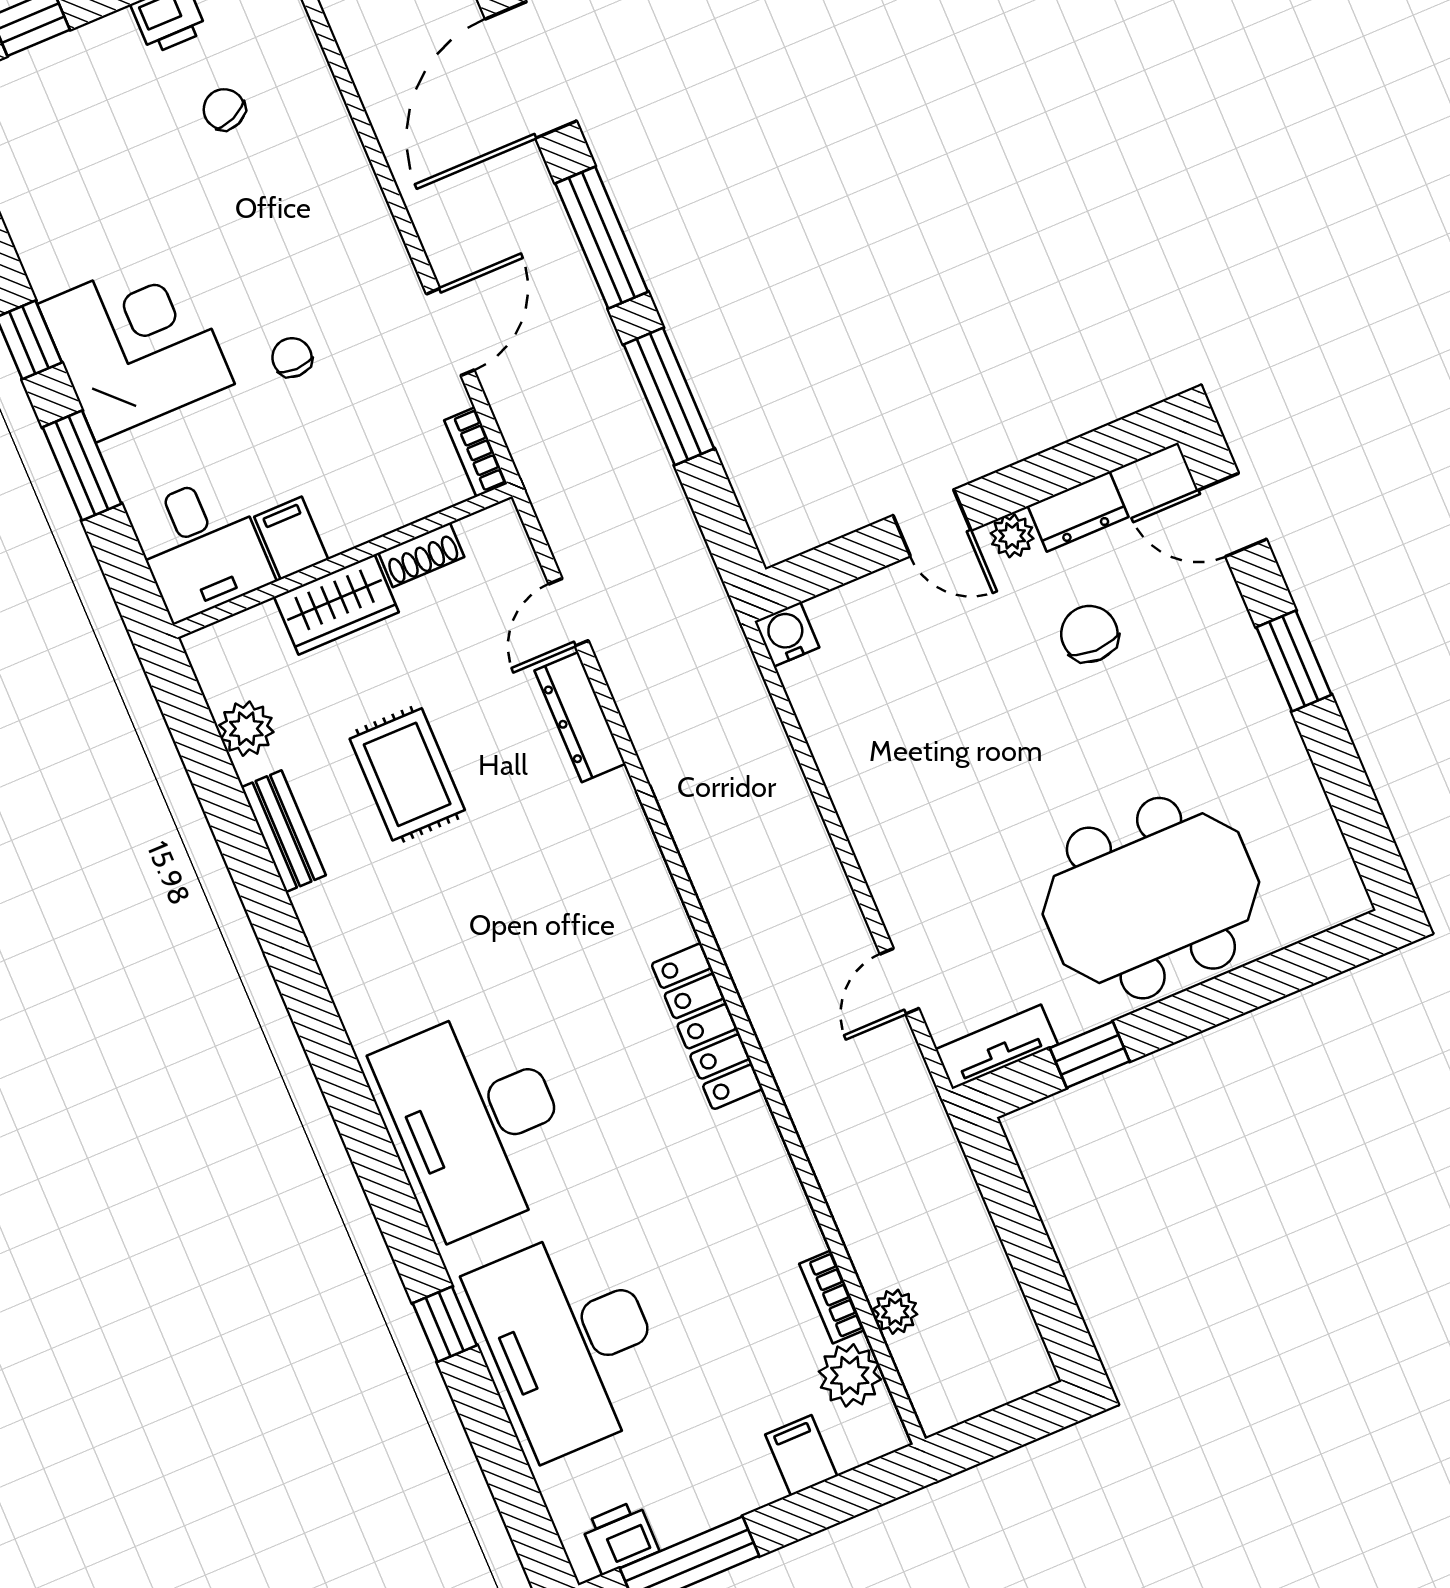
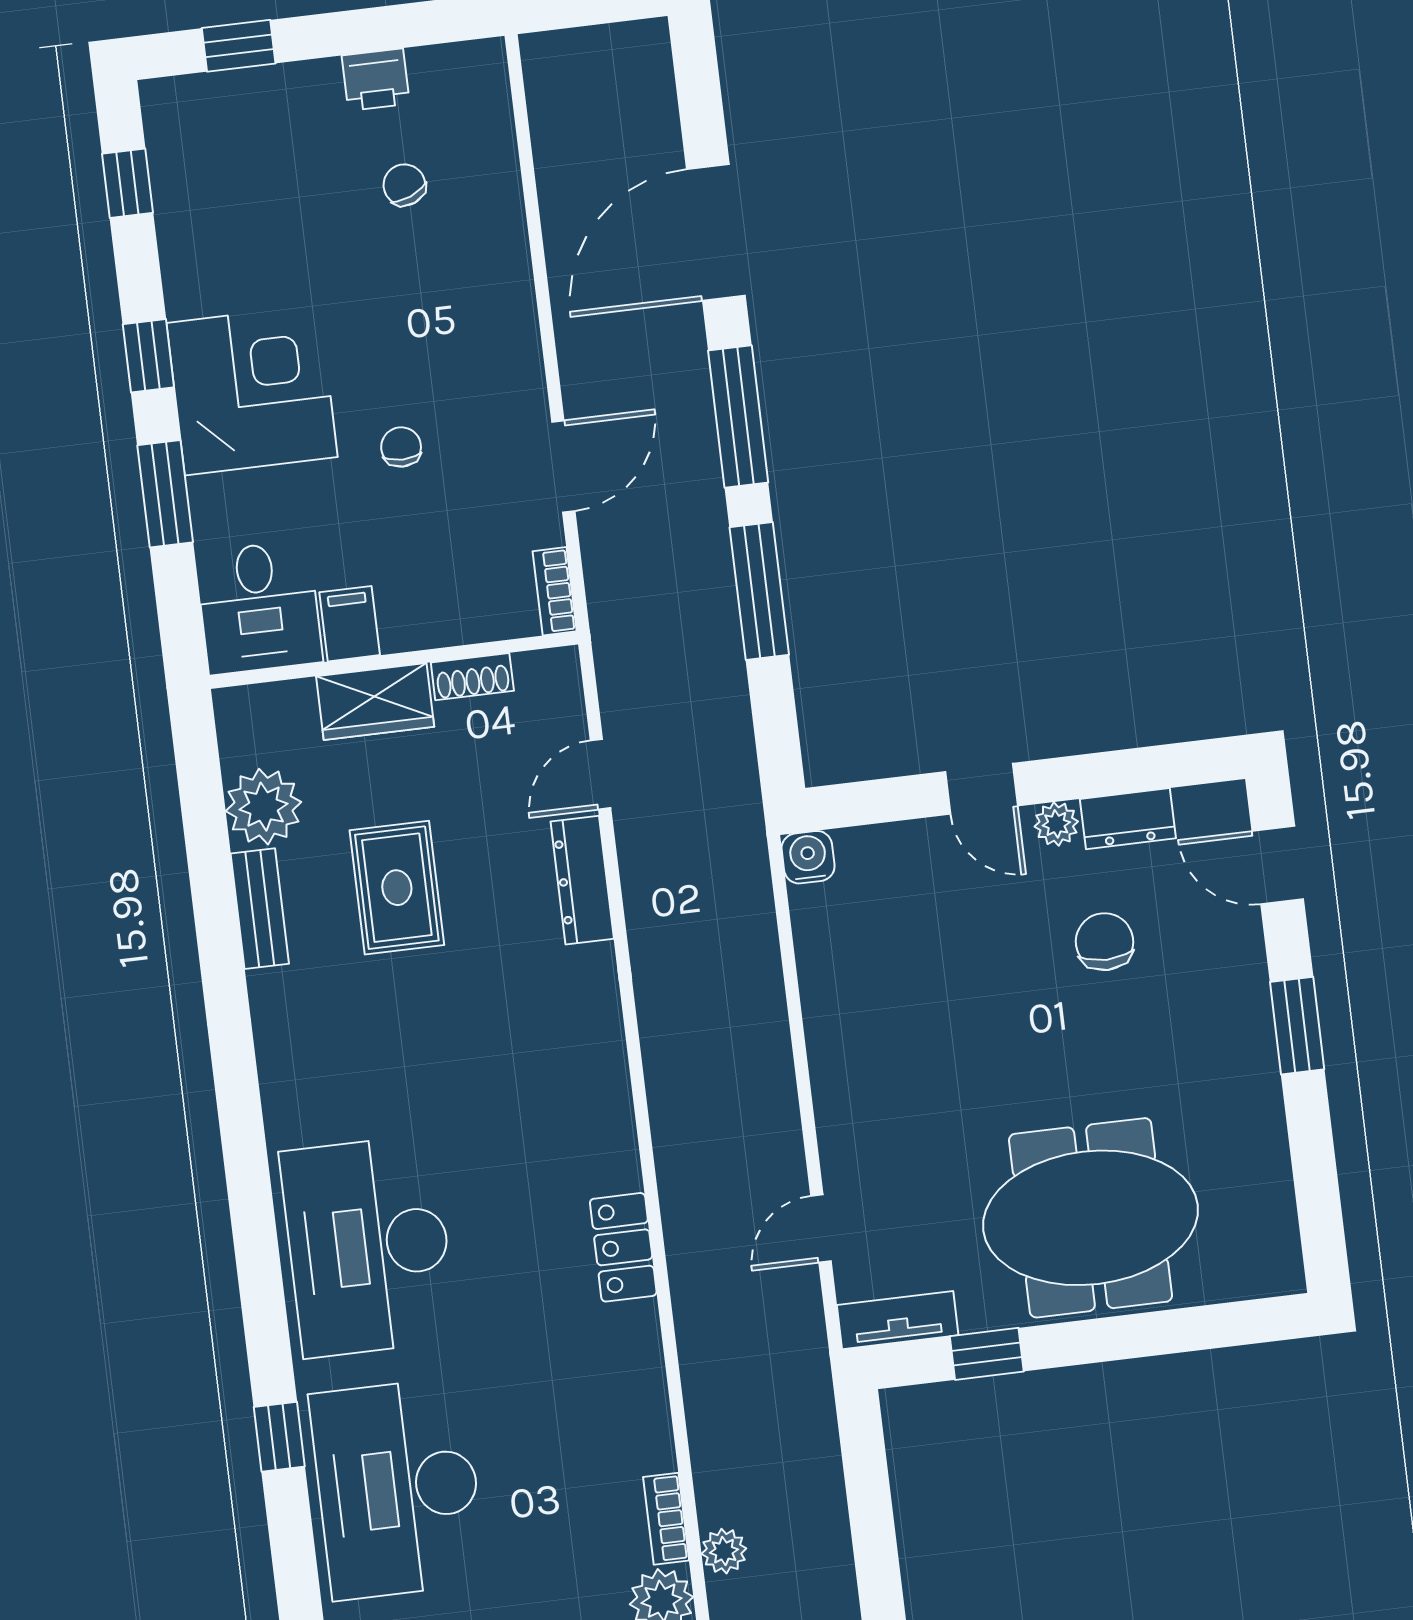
plant: (246, 729) -> (264, 807), width x1.36, depth x1.36
locker: (707, 1026) -> (623, 1247), width x0.66

